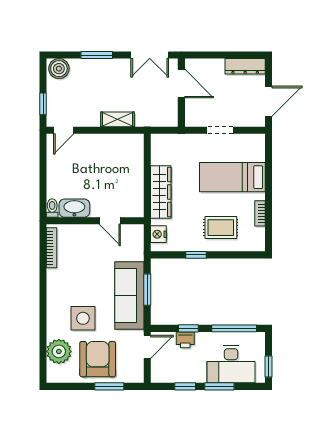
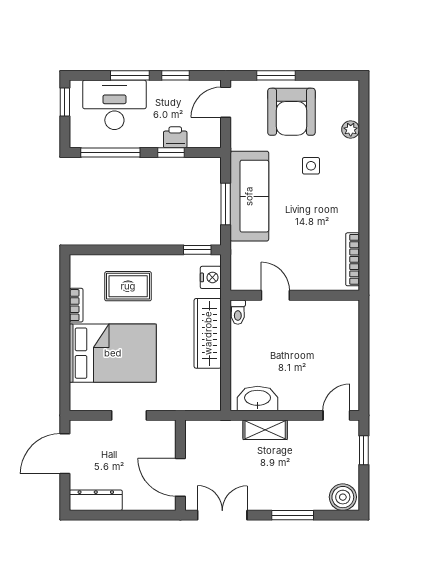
bed: (232, 177) -> (113, 353), width x1.50
toilet: (52, 208) -> (238, 312), moved
washbasin: (74, 208) -> (258, 399), moved, turned 180
window: (196, 255) -> (197, 250), moved
side table: (83, 318) -> (311, 166), width x0.54, depth x0.54
door: (147, 347) -> (226, 102), moved
plant: (59, 351) -> (351, 130), width x0.53, depth x0.53

